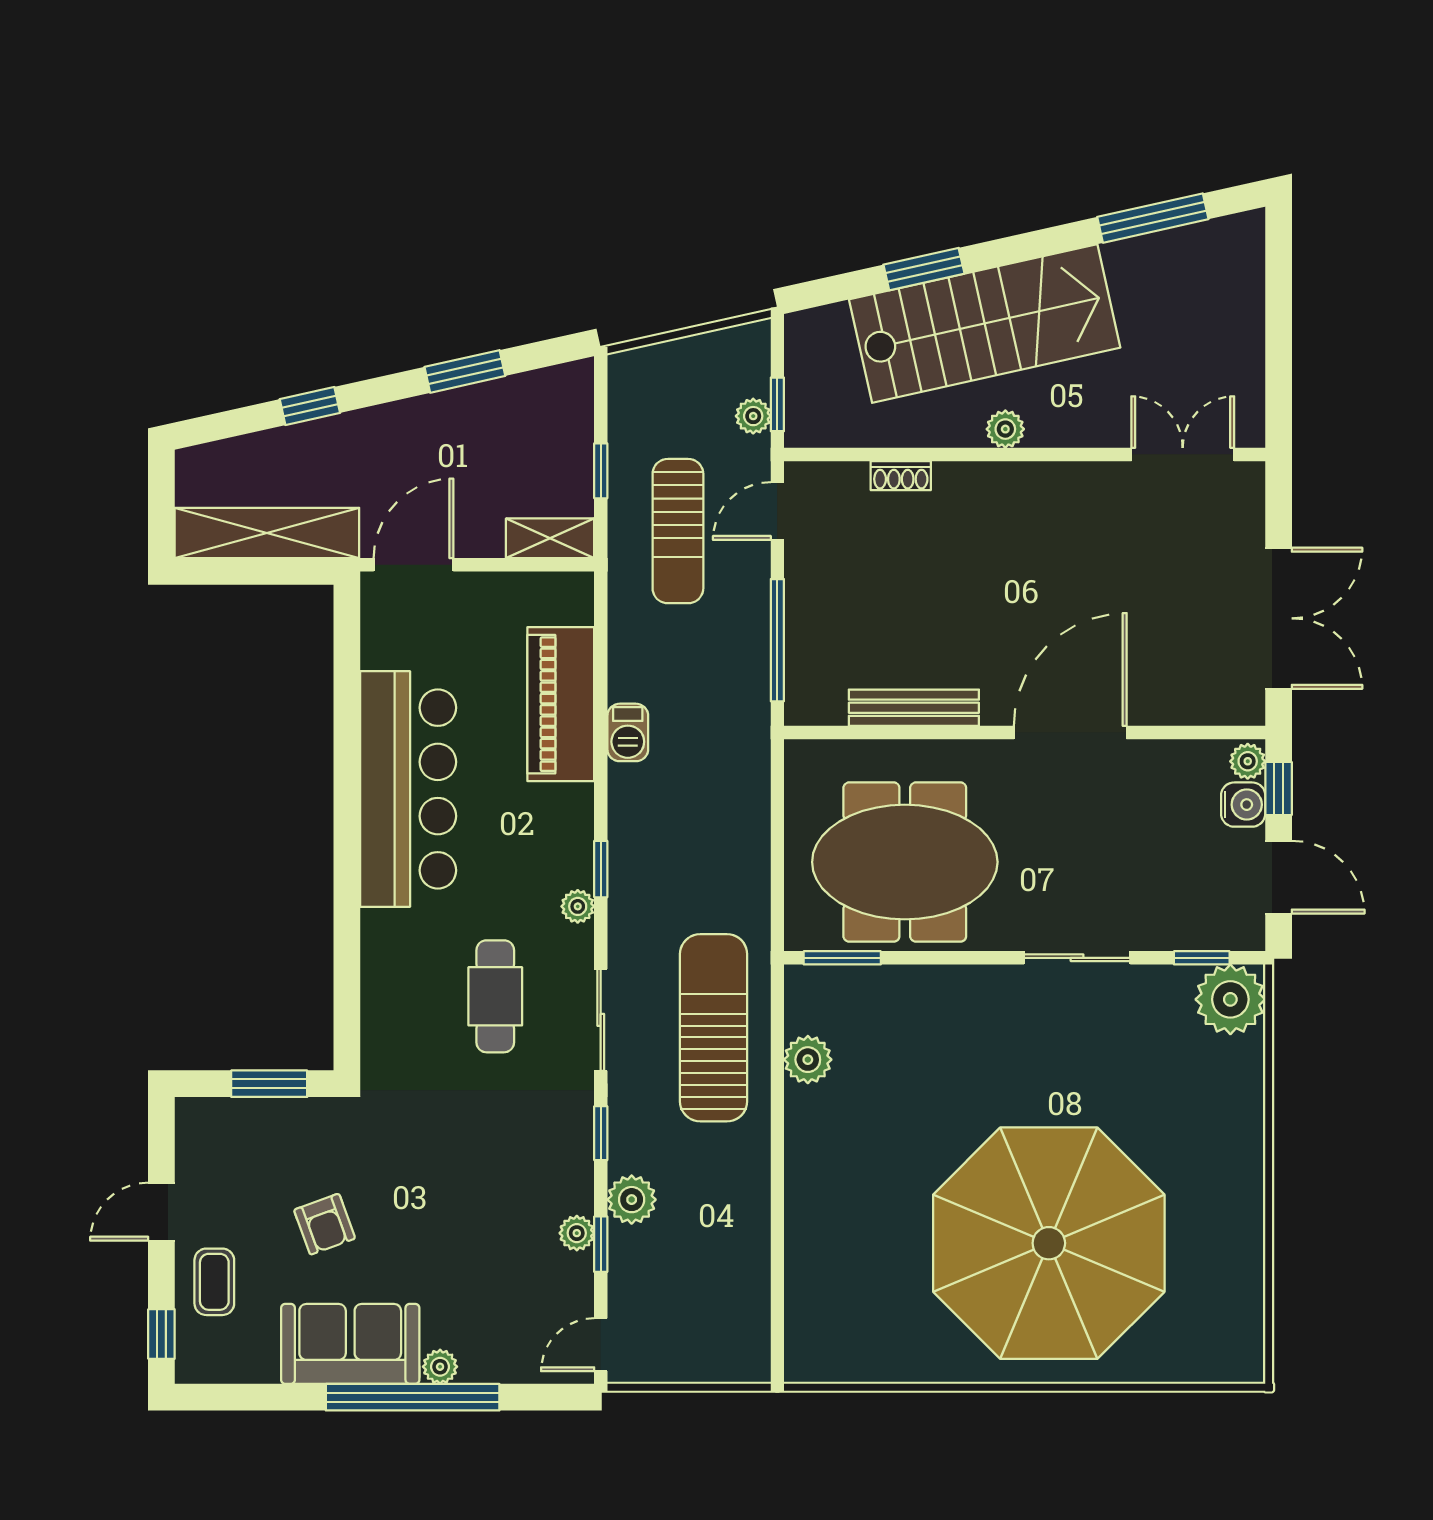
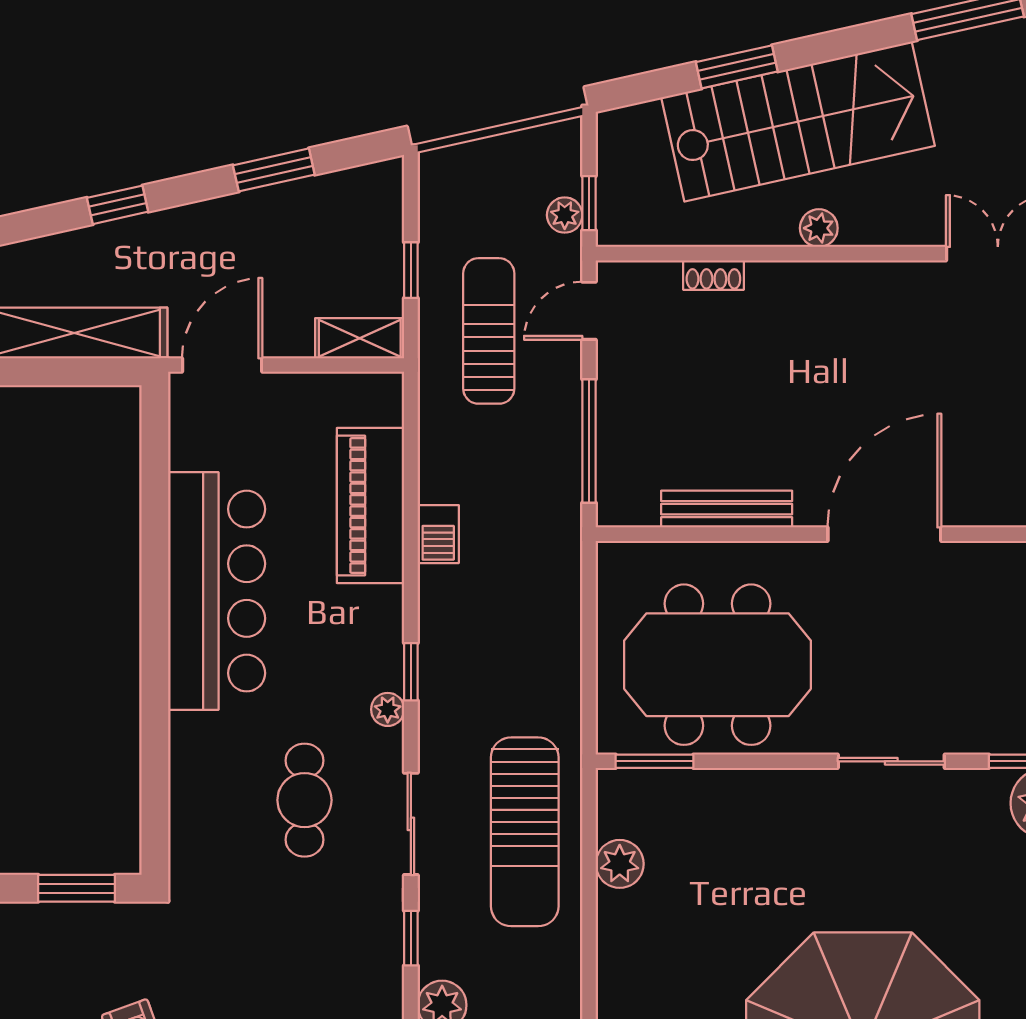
sun lounger: (678, 531) -> (489, 331), turned 180
sun lounger: (714, 1028) -> (525, 832), turned 180

